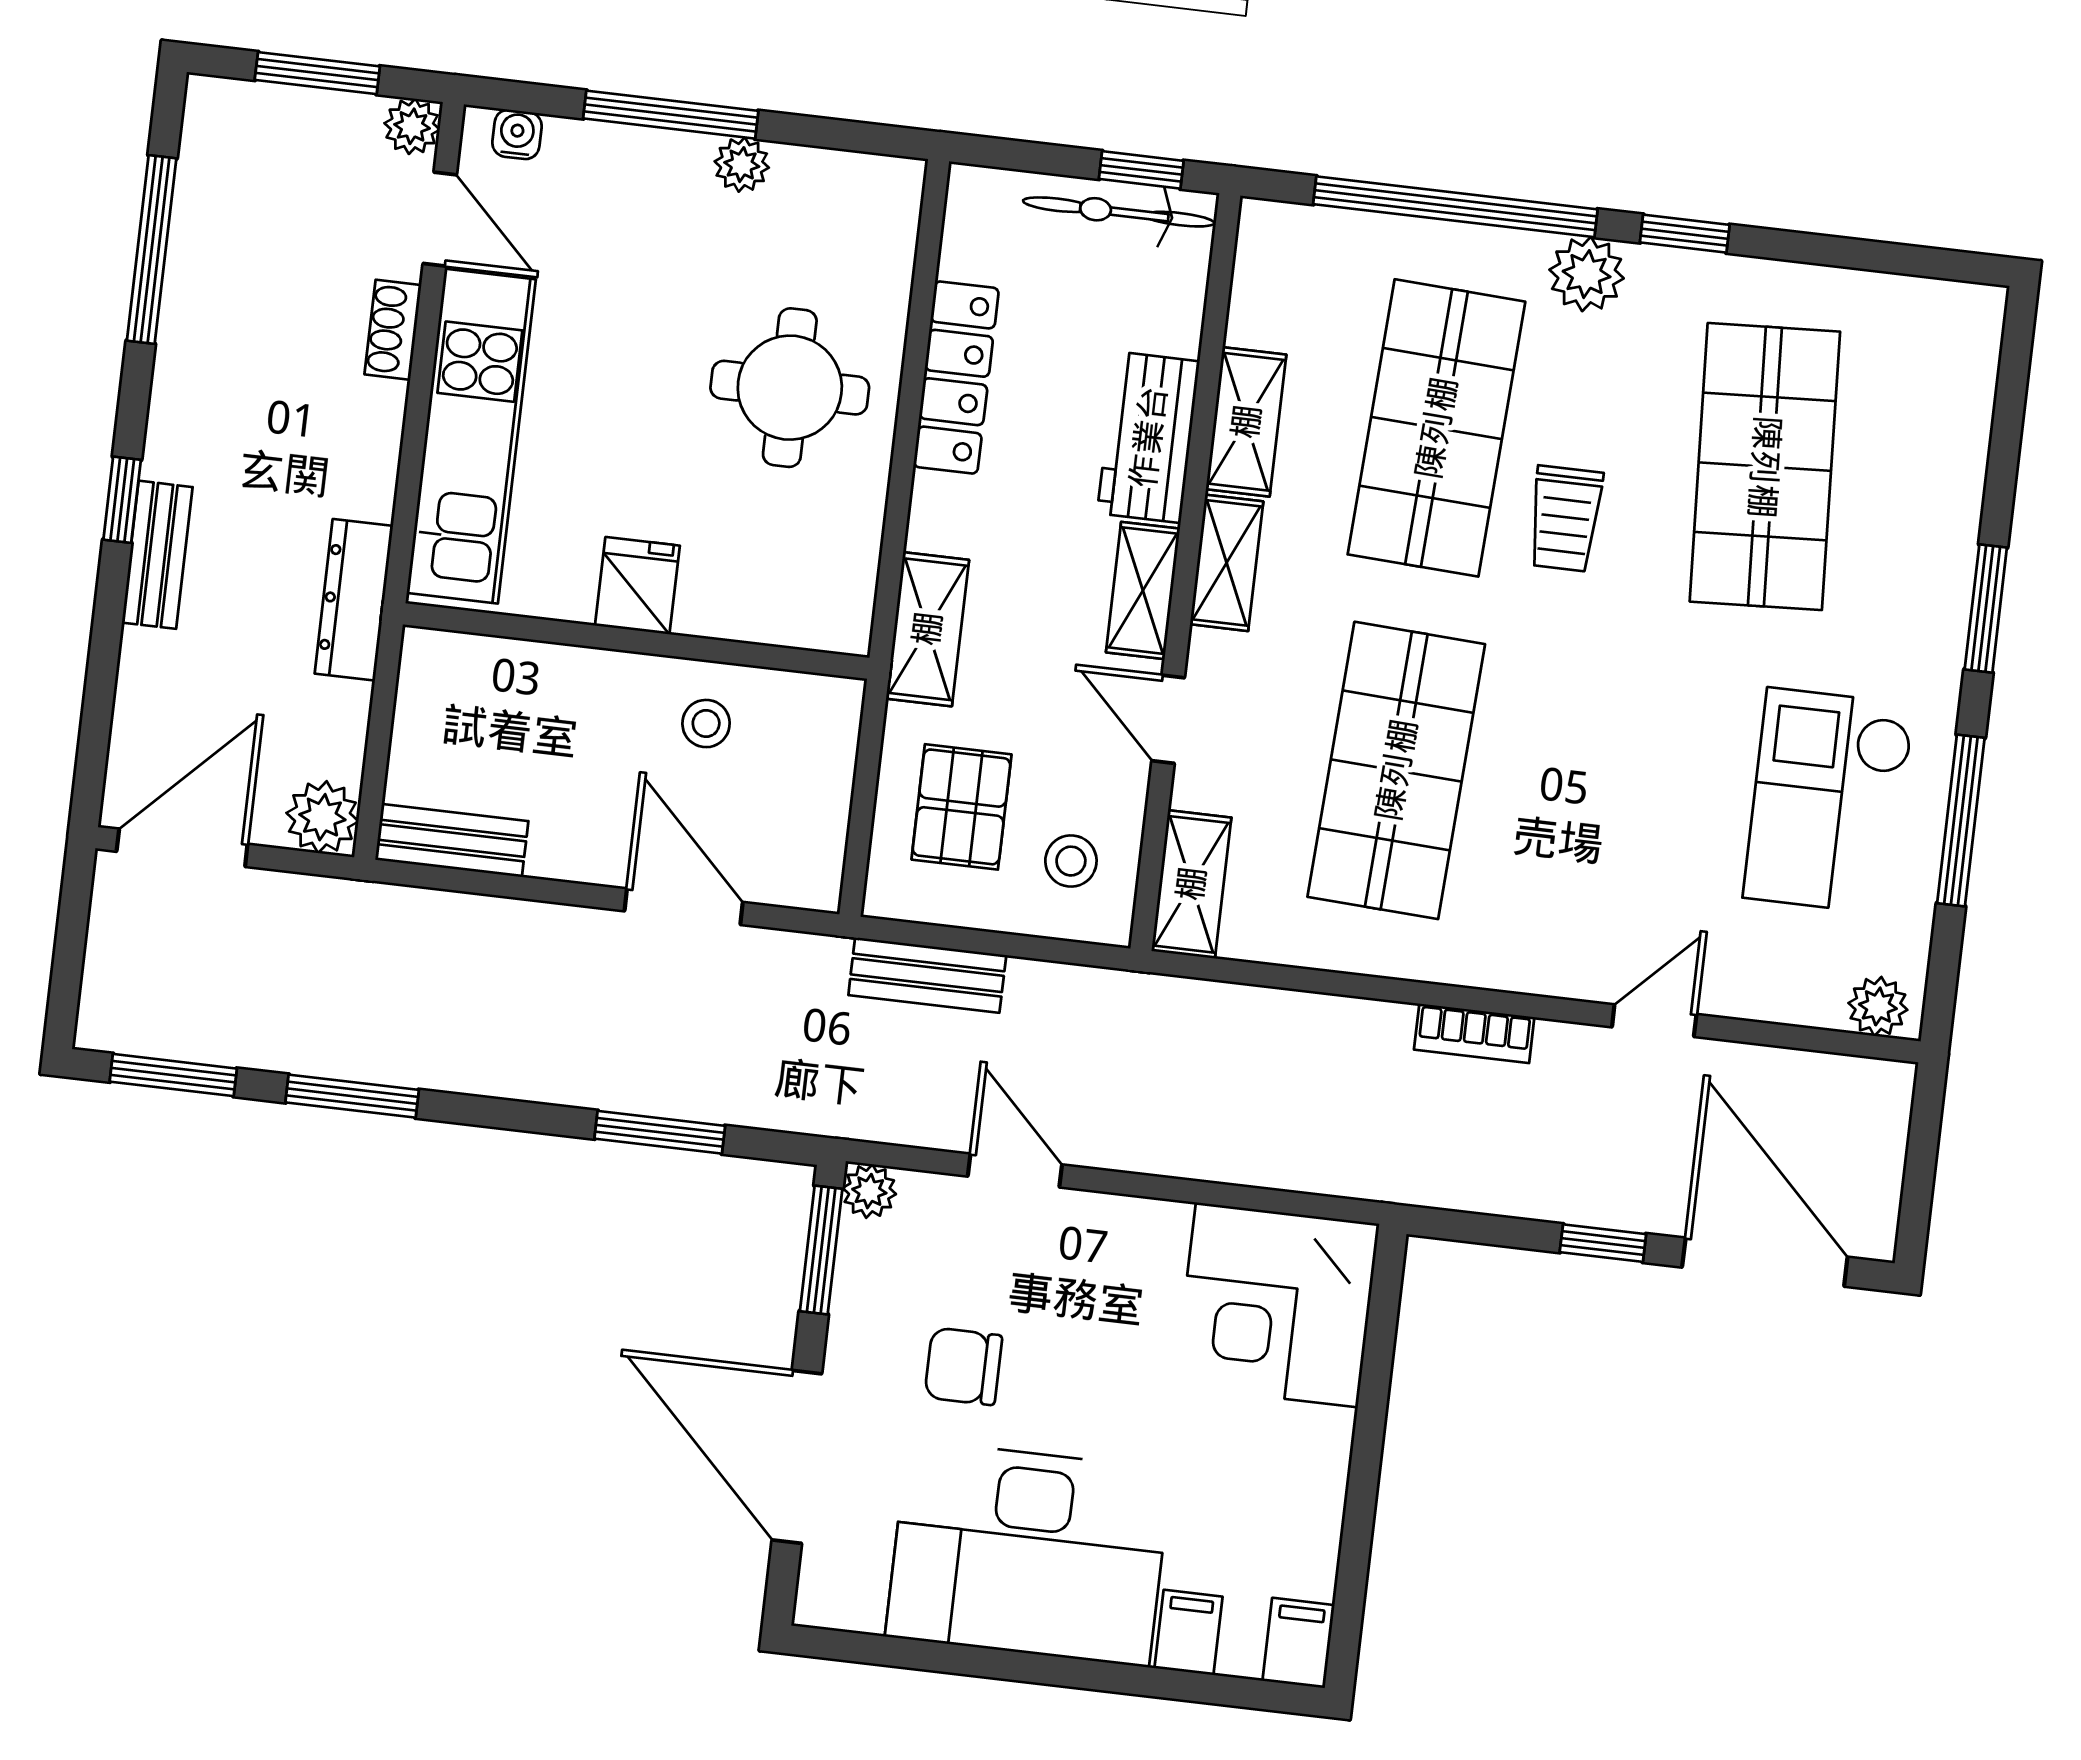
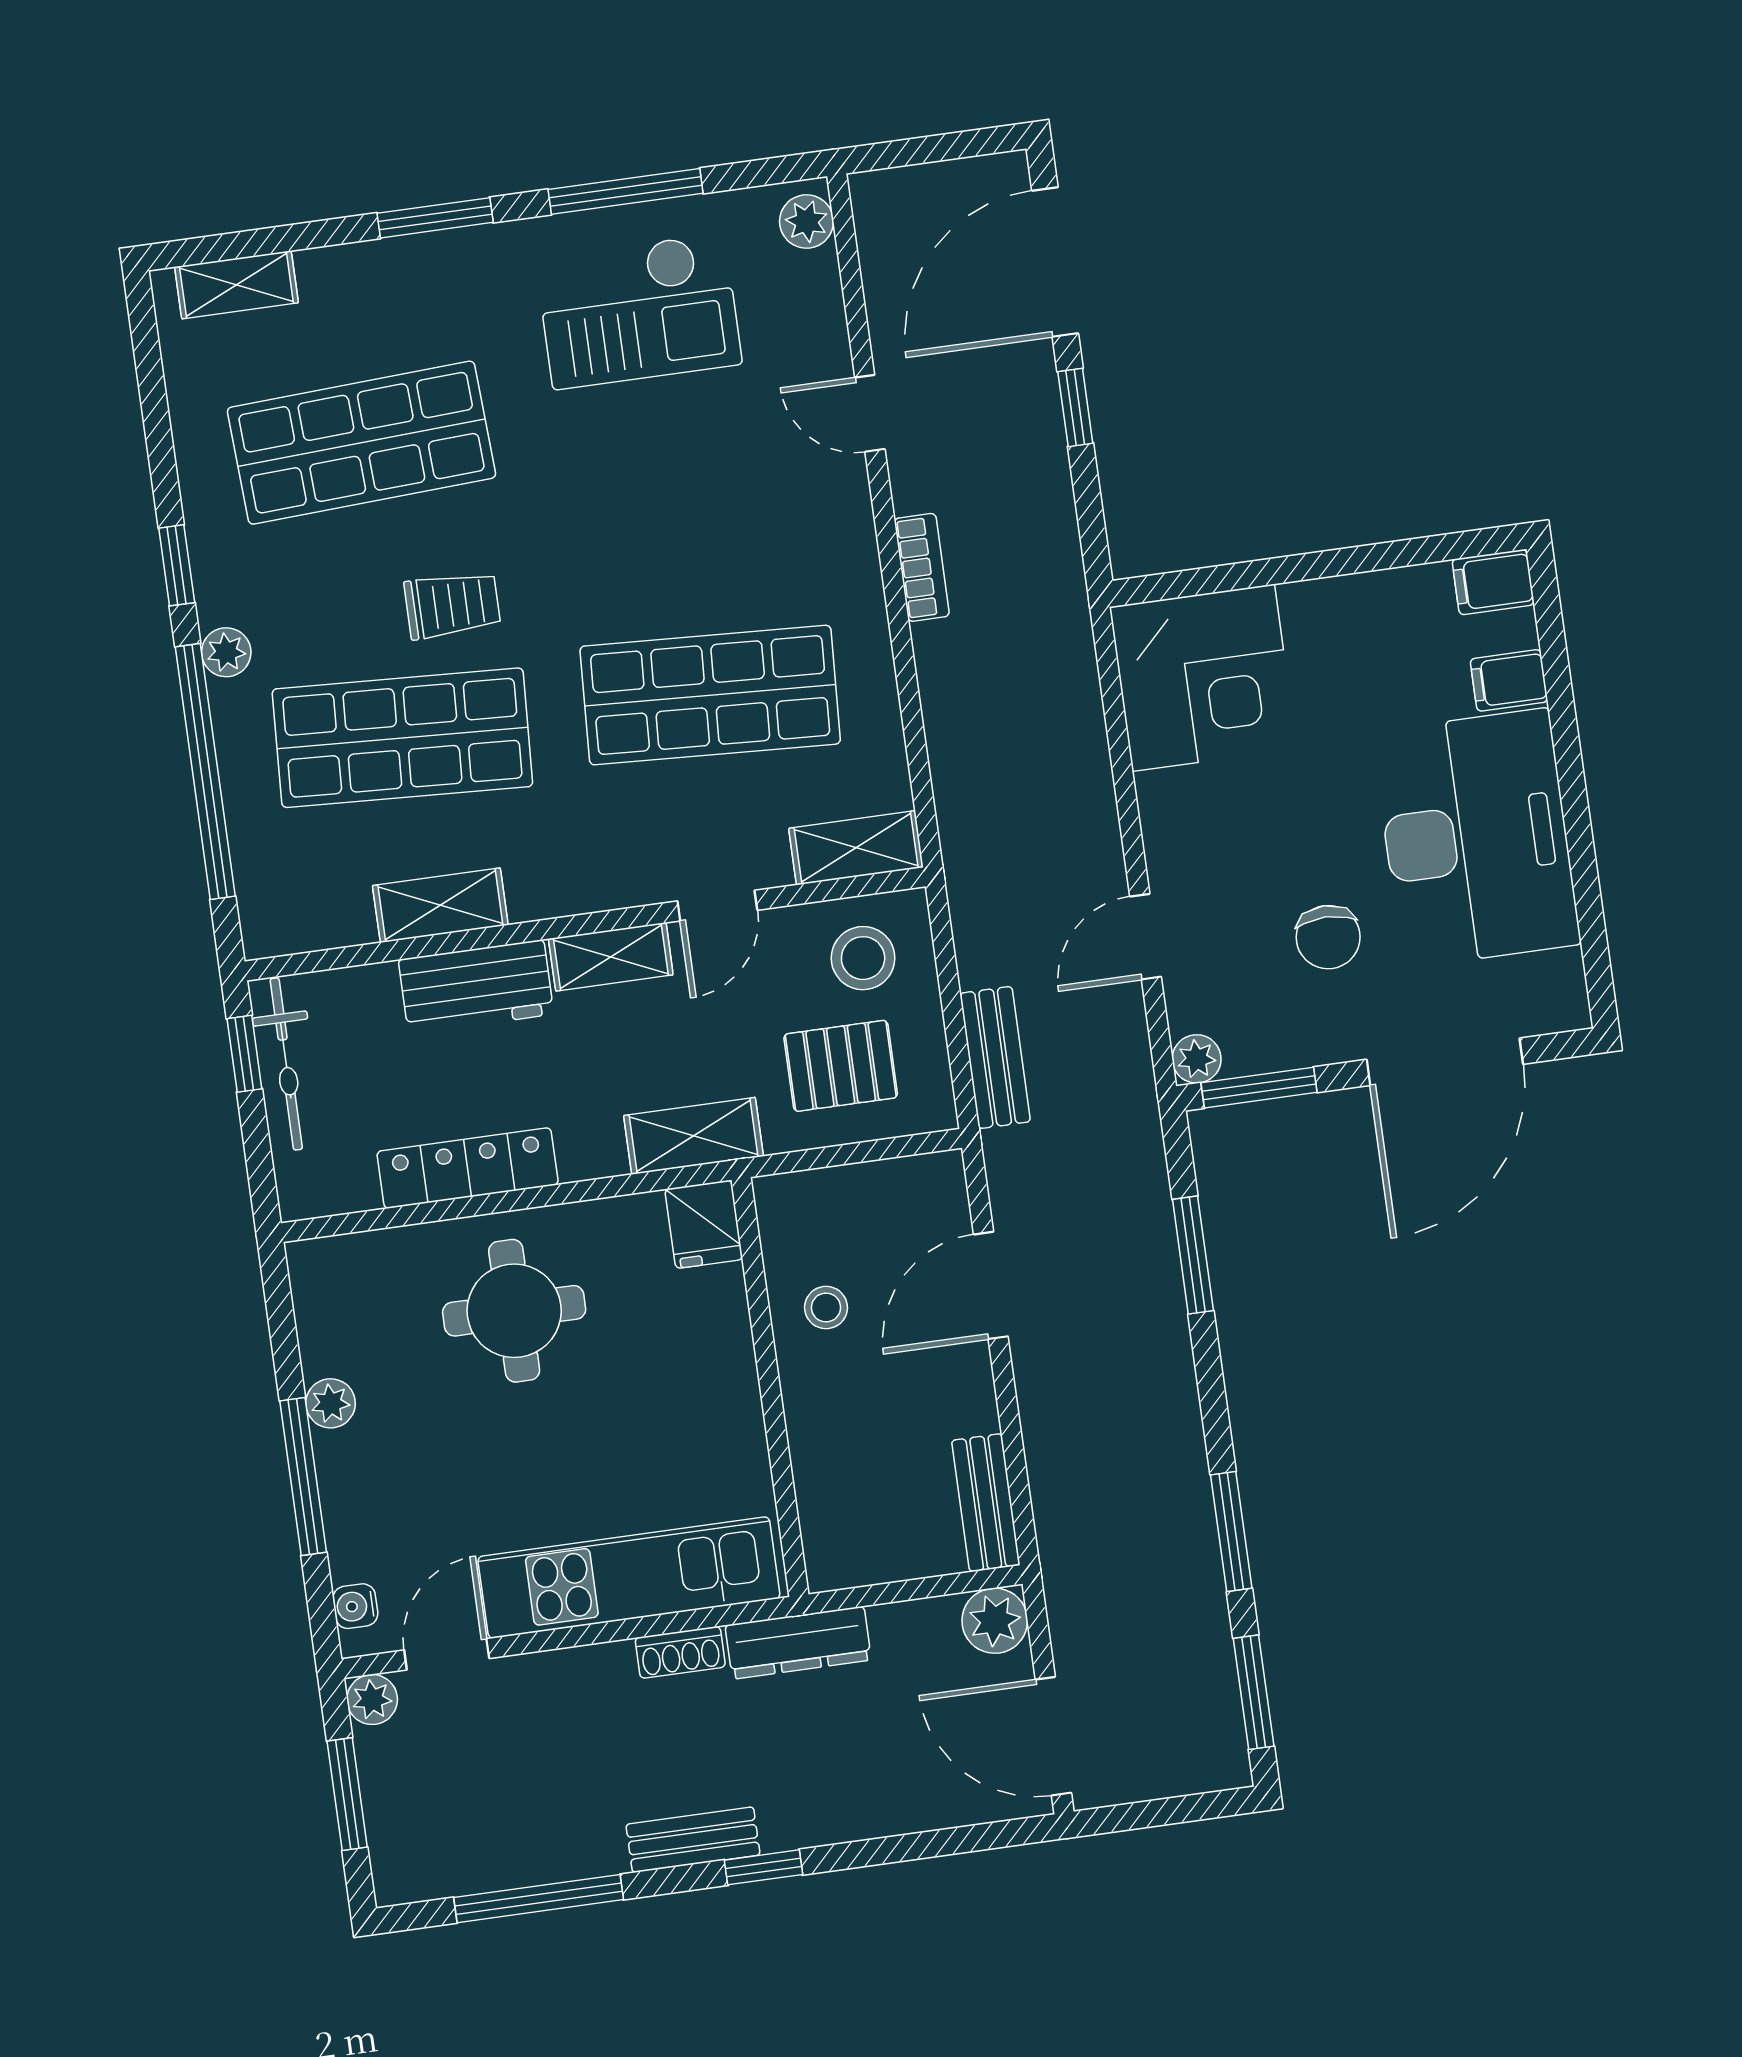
plant: (1587, 274) -> (226, 652), width x0.73, depth x0.73
shoe rack: (393, 330) -> (680, 1652), moved
bench: (157, 555) -> (693, 1840), moved
shelving: (1227, 563) -> (236, 285), moved
fridge: (637, 586) -> (704, 1224), moved, turned -90
stool: (1071, 861) -> (863, 958), width x1.37, depth x1.37

